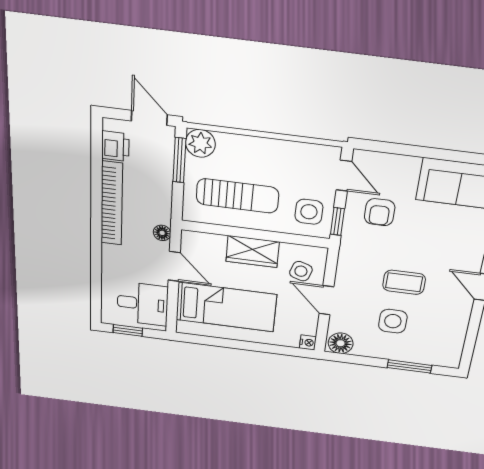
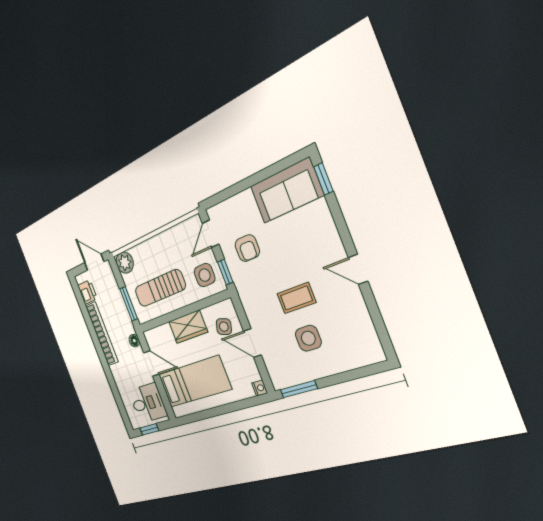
window: (179, 160) -> (129, 304), moved
door: (344, 176) -> (211, 234), swing flipped
sun lounger: (237, 196) -> (160, 288), turned 180
floor lamp: (341, 343) -> (282, 378), removed
window: (409, 366) -> (299, 389), moved

